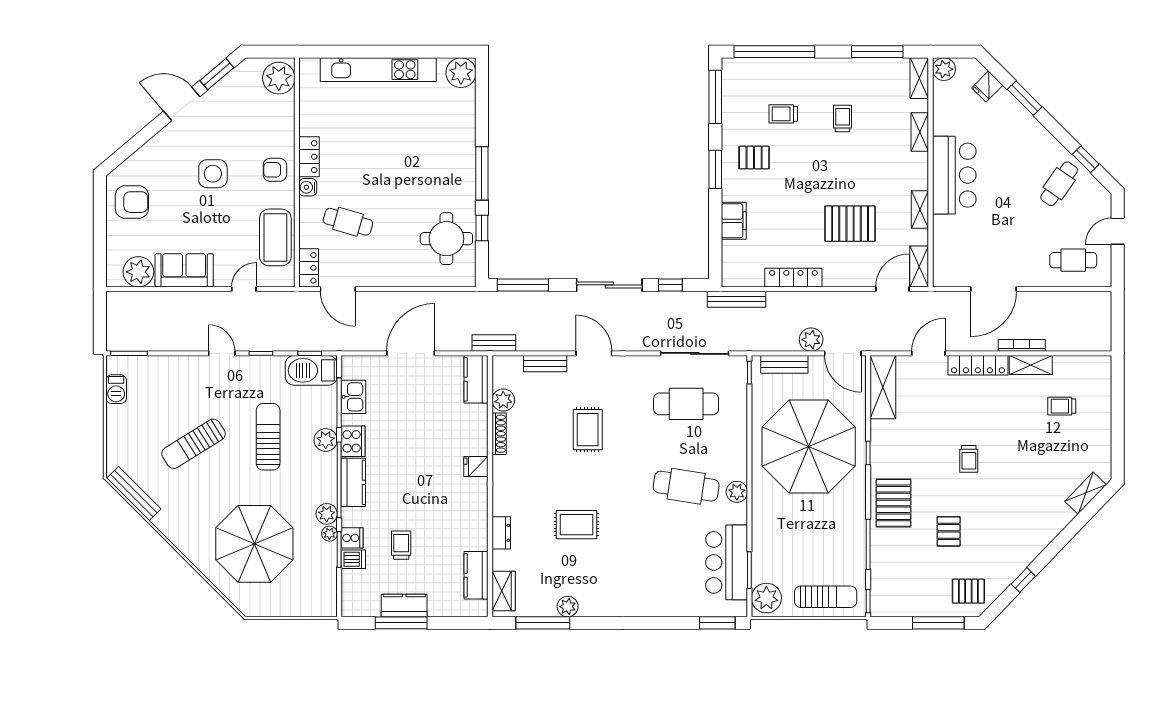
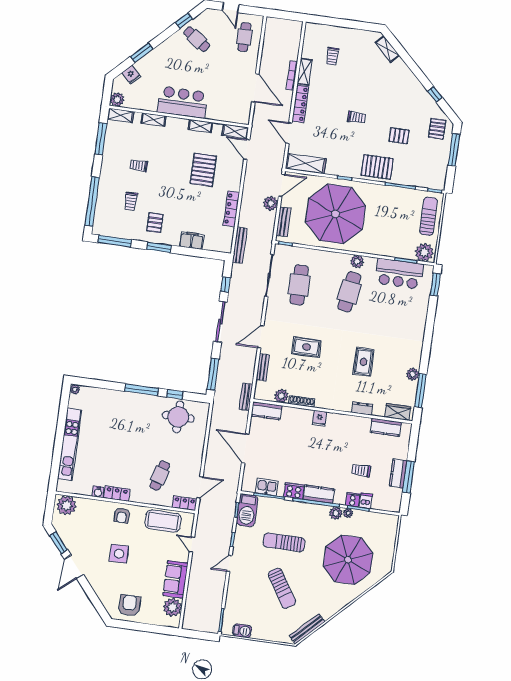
plant: (461, 73) -> (75, 389), width x0.53, depth x0.53
water cooler: (308, 187) -> (98, 492), moved
plant: (326, 440) -> (291, 507), removed

